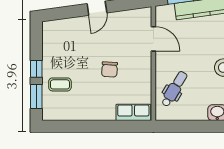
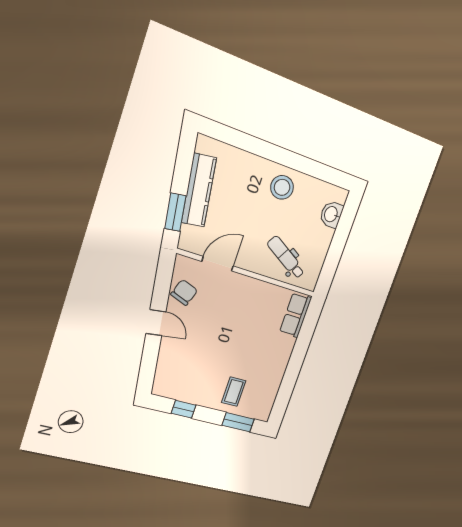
window: (36, 69) -> (184, 409), moved
chair: (109, 69) -> (184, 292), moved, turned -73

